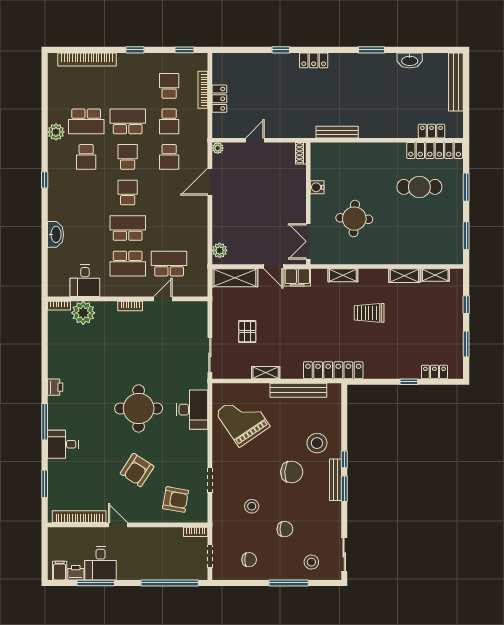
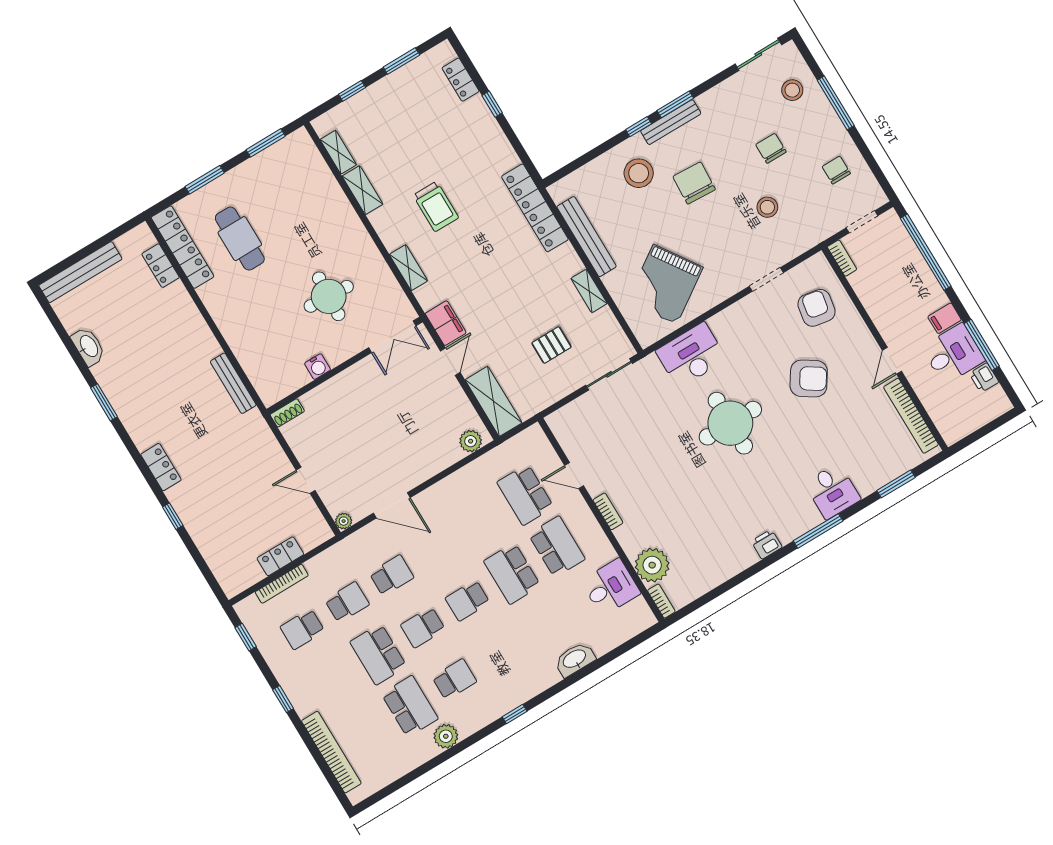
filing cabinet: (60, 571) -> (945, 318), moved

